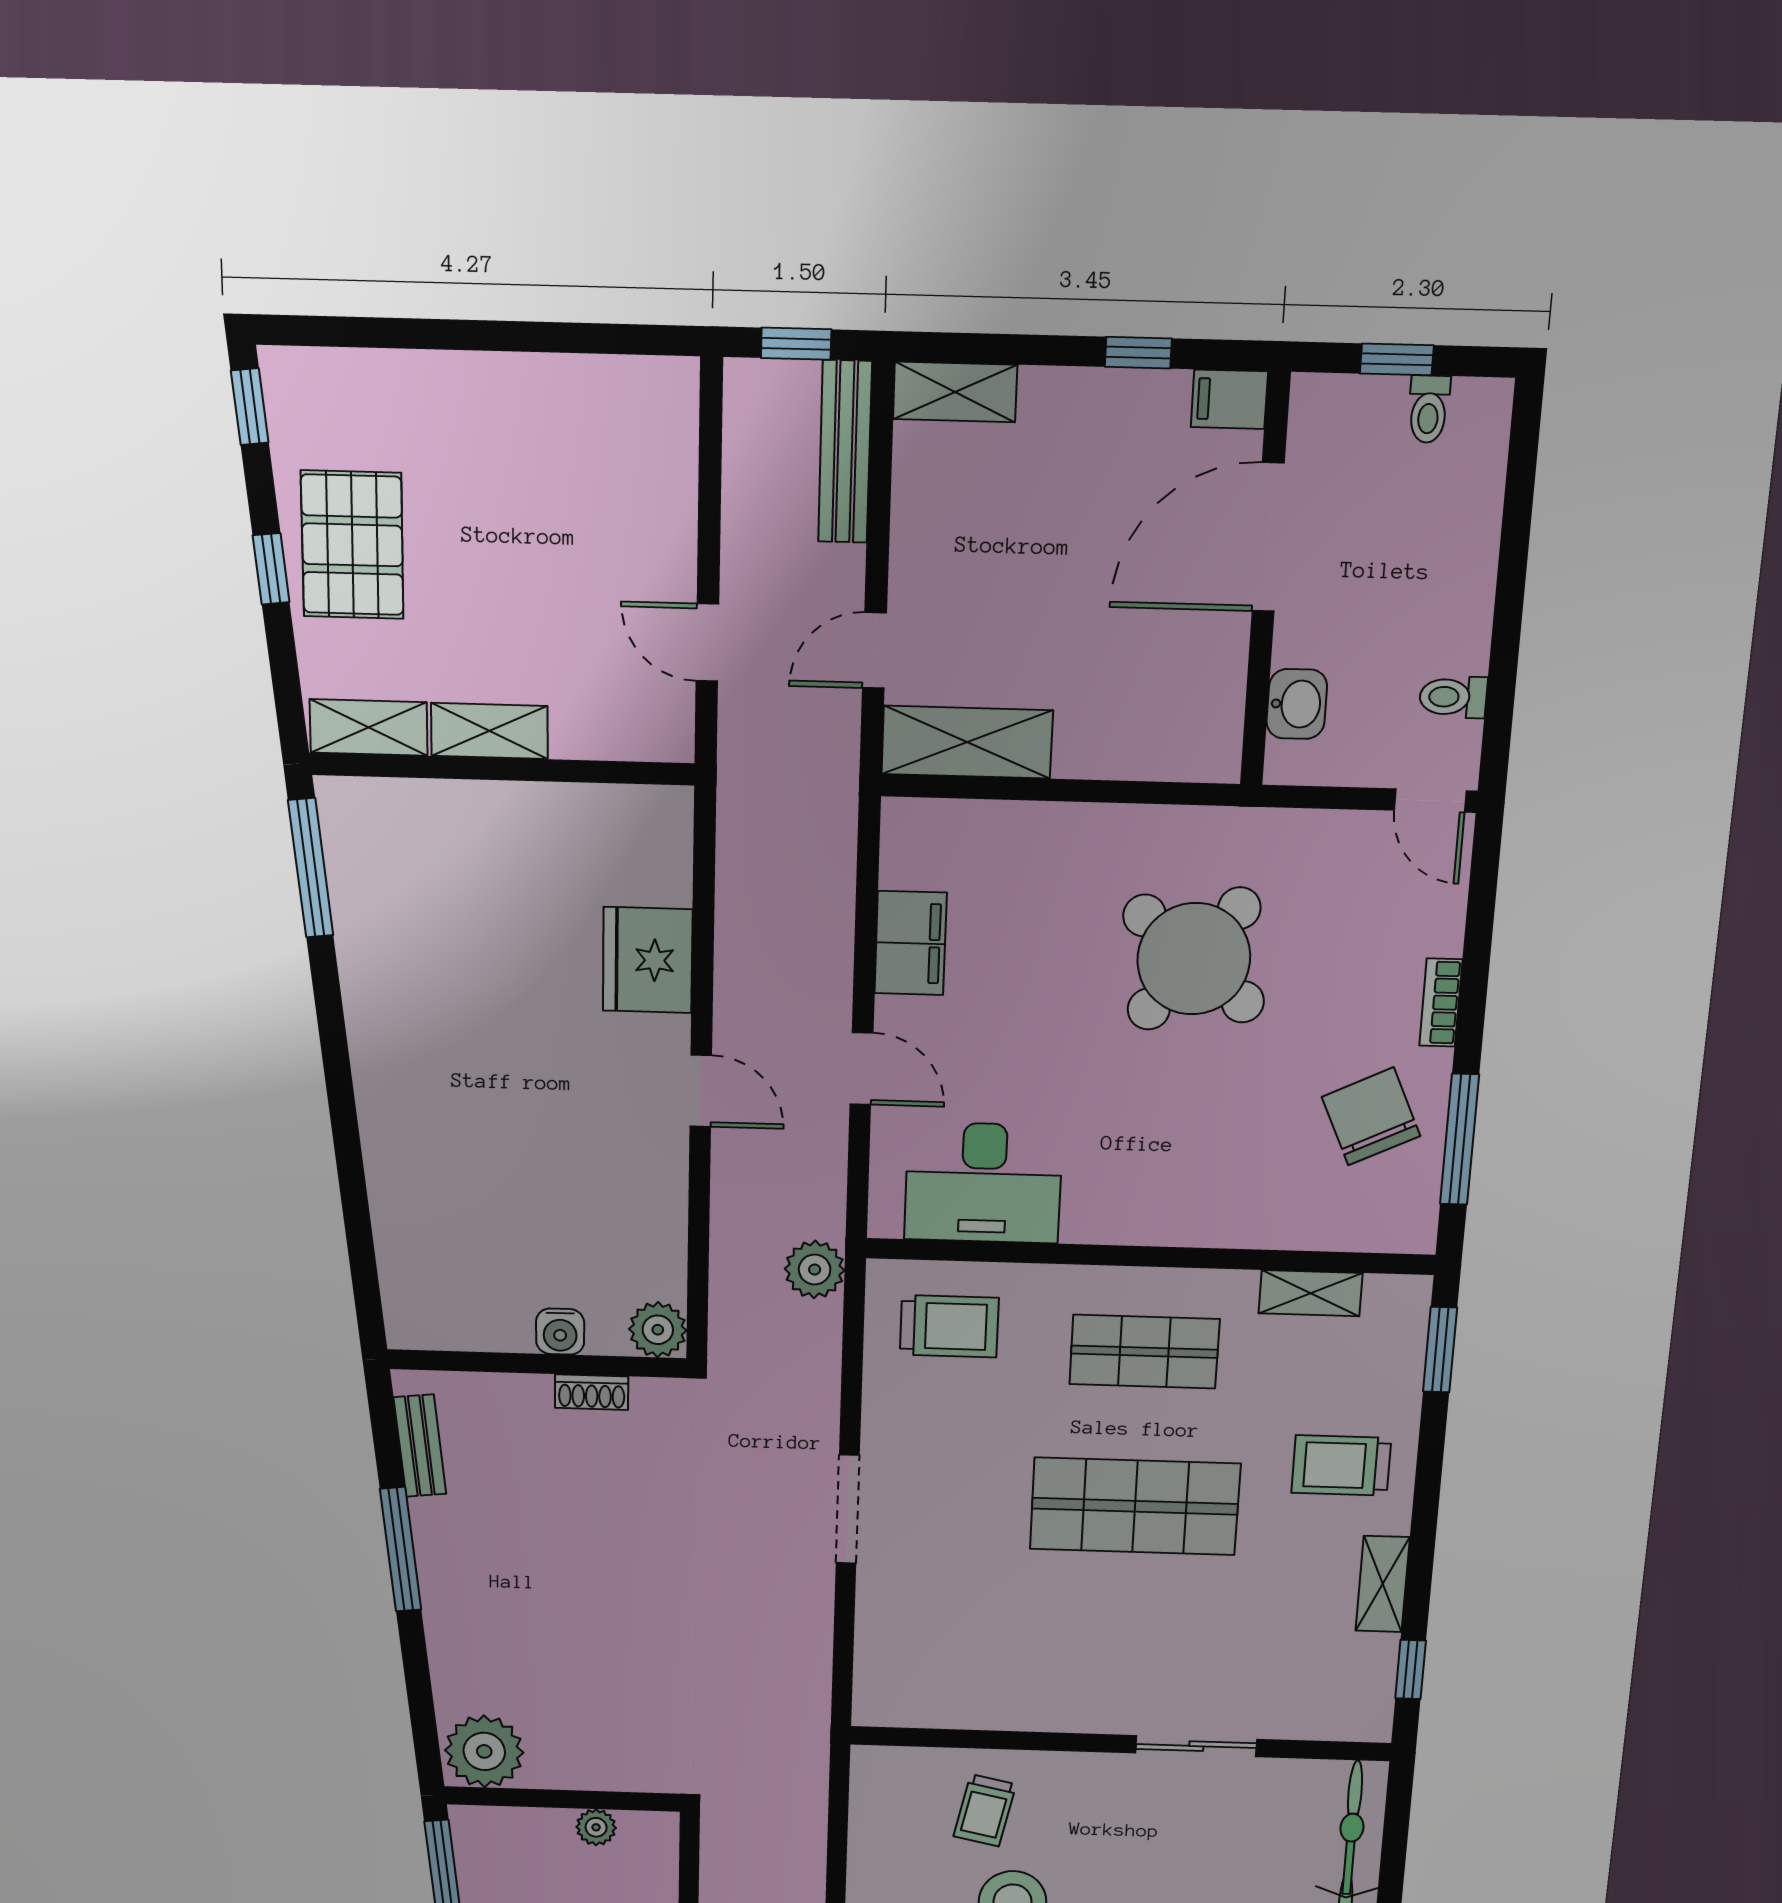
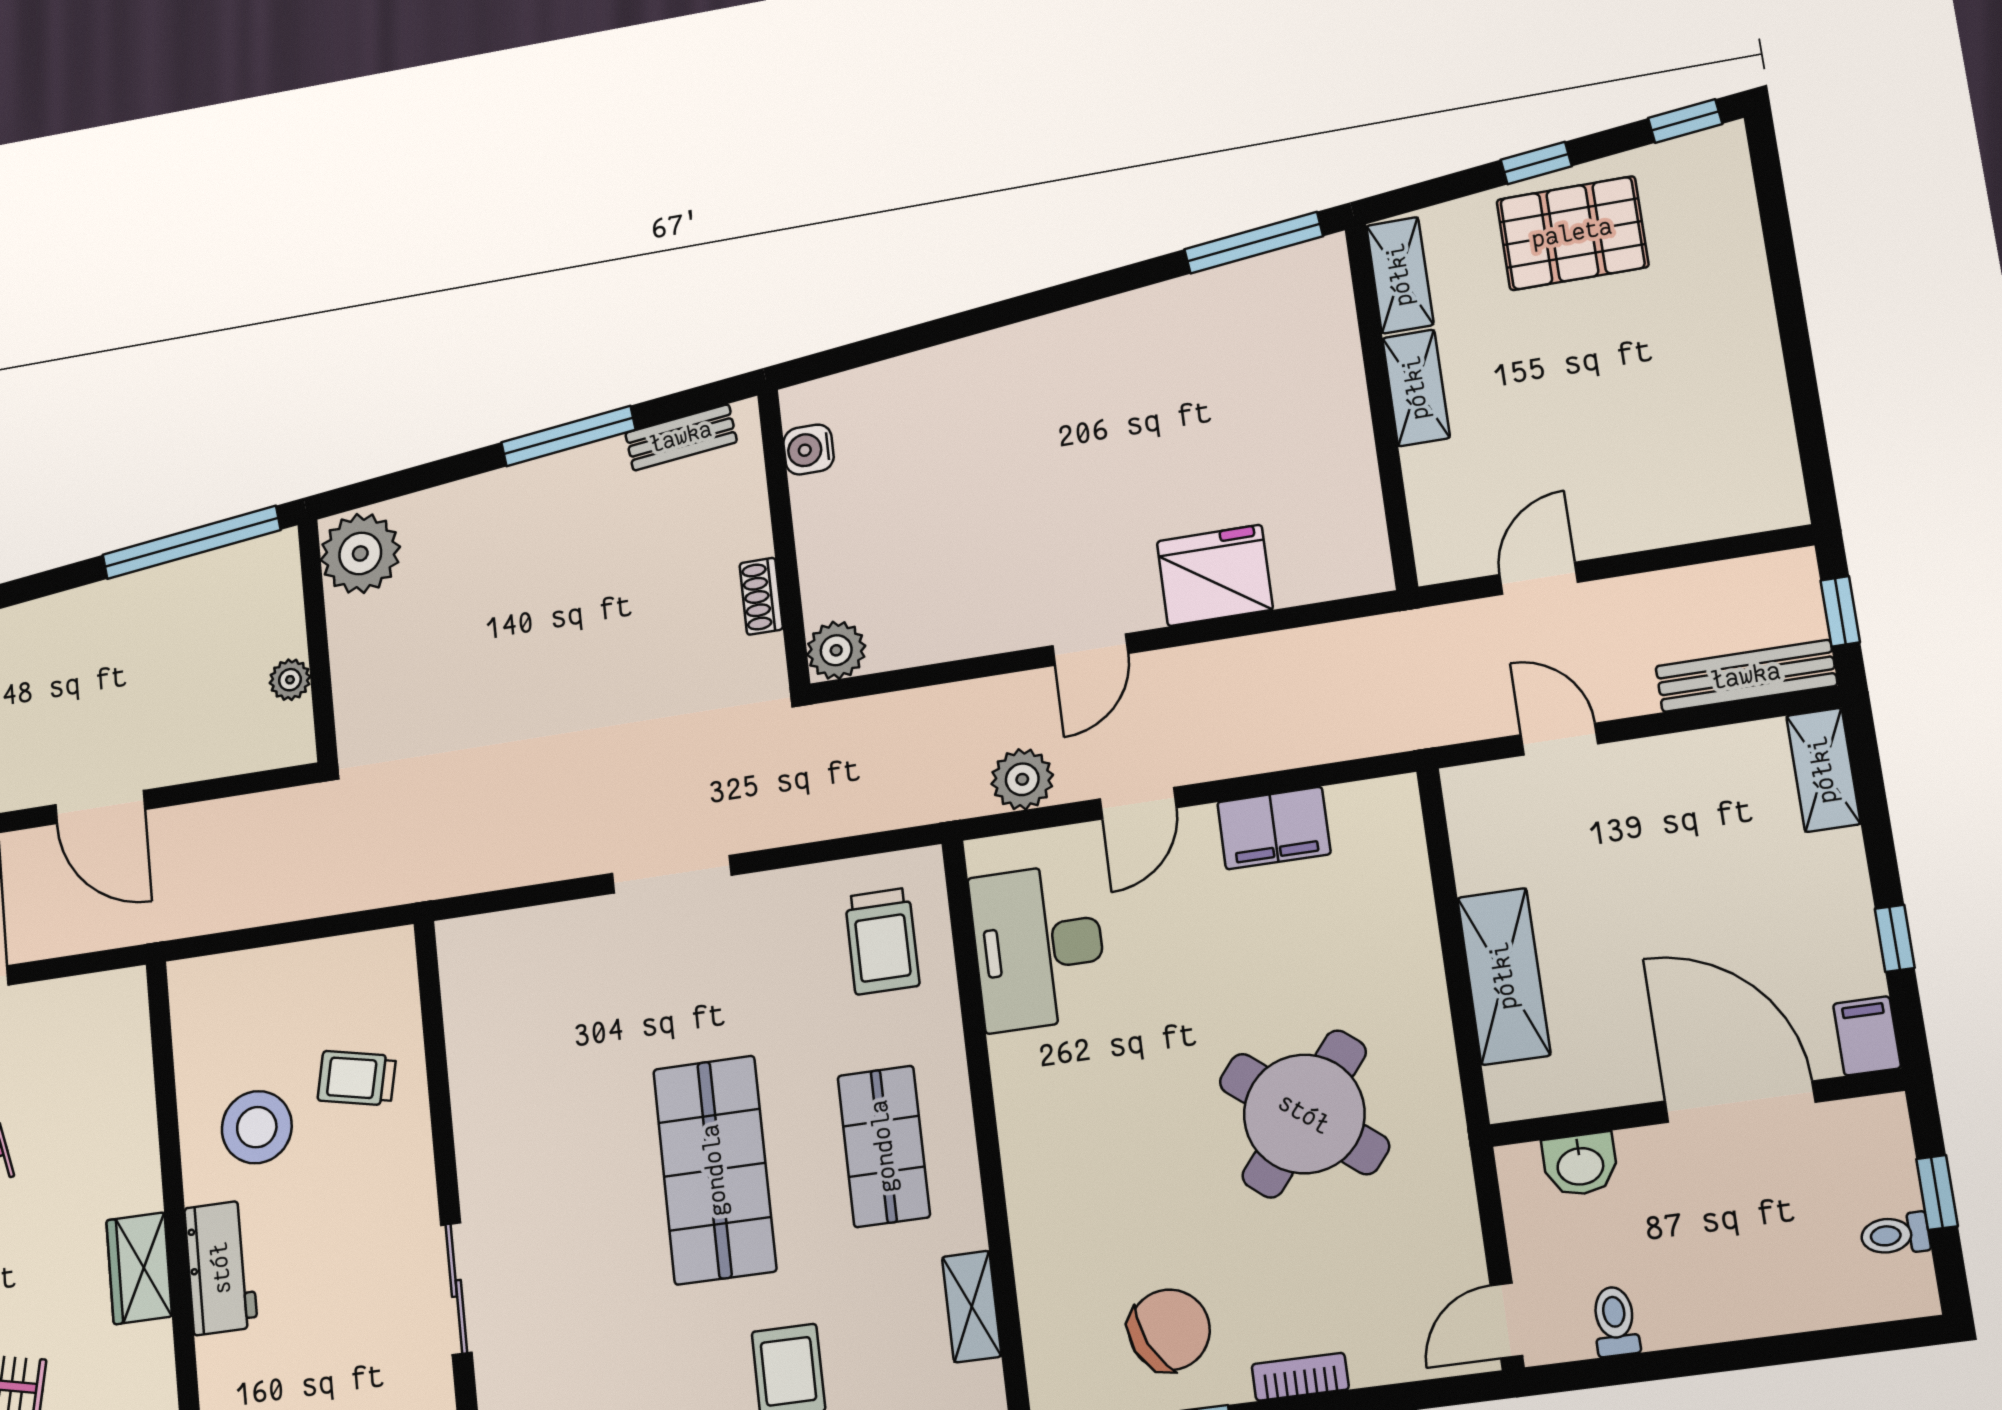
shelving: (967, 742) -> (1504, 976), moved
plant: (815, 1270) -> (1022, 779), moved
water cooler: (560, 1332) -> (809, 450), moved

